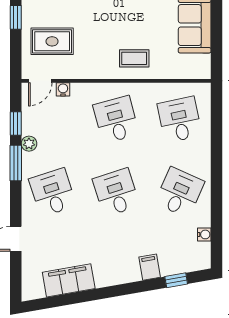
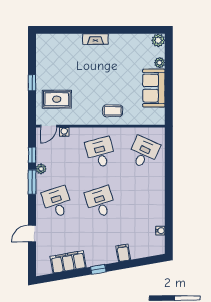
desk: (180, 120) -> (144, 152), turned 36
desk: (180, 192) -> (144, 202), removed
window: (176, 280) -> (98, 269), moved

